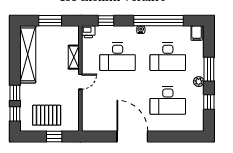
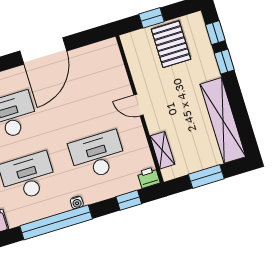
shelving: (74, 57) -> (162, 150), moved
door: (80, 82) -> (138, 105), hinge flipped
pallet: (47, 115) -> (171, 44), turned 90
door: (132, 137) -> (43, 51), hinge flipped

